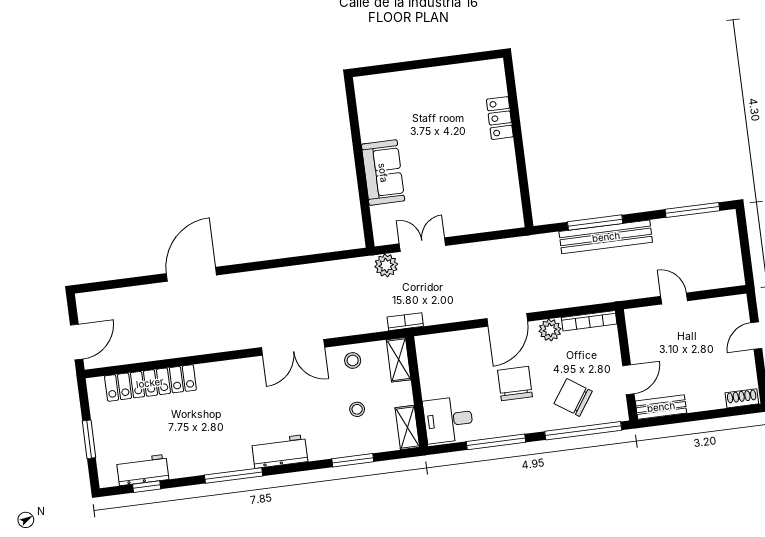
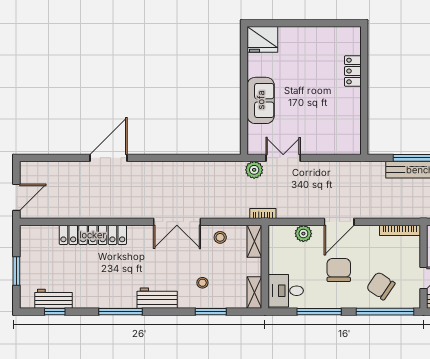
fridge: (375, 91) -> (262, 39), added
plant: (550, 330) -> (303, 234), moved
locker: (150, 383) -> (93, 235), moved
stool: (357, 409) -> (202, 283), moved

